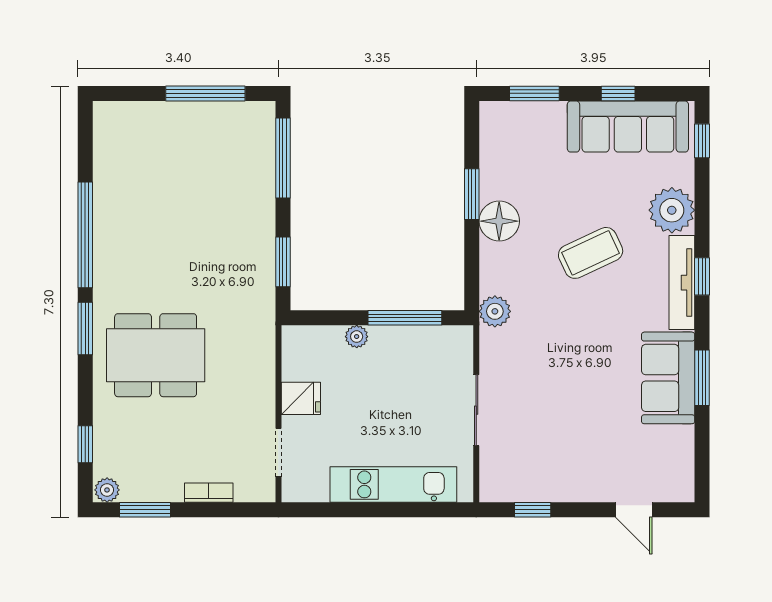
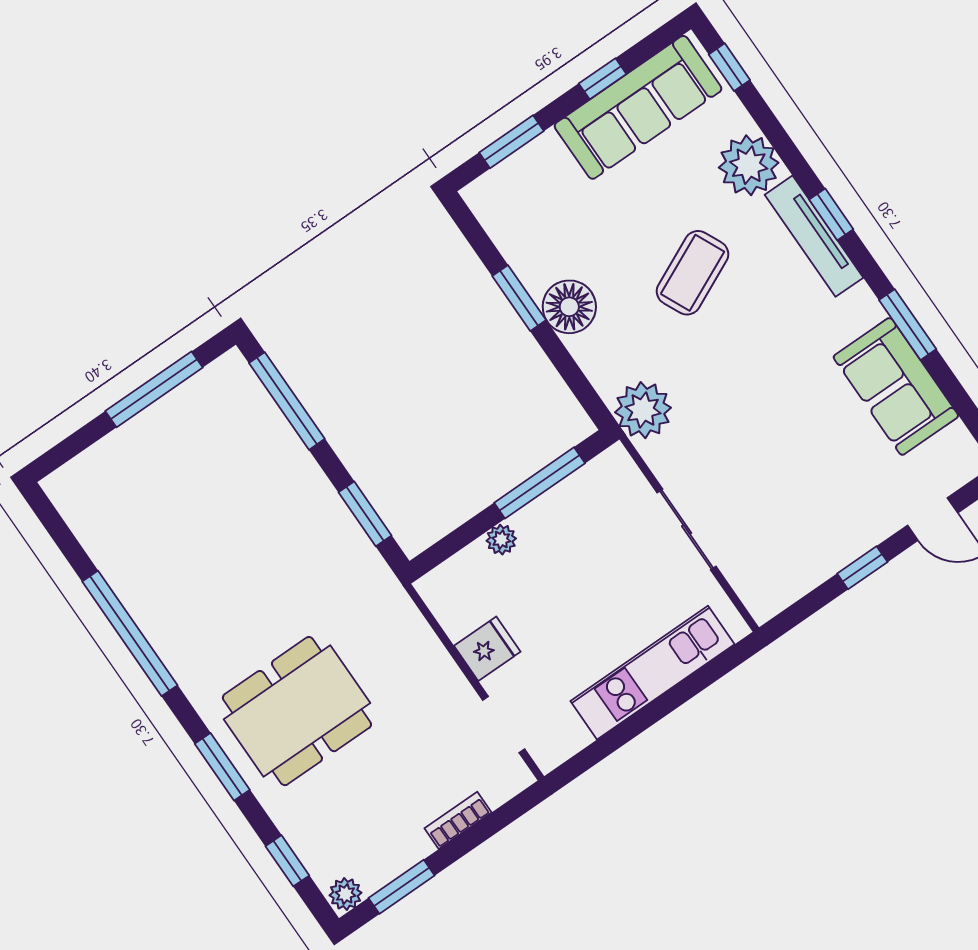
plant: (495, 311) -> (643, 410), width x1.36, depth x1.36
window: (85, 329) -> (222, 767), moved
sofa: (668, 378) -> (896, 386), moved
window: (533, 510) -> (862, 568), moved

